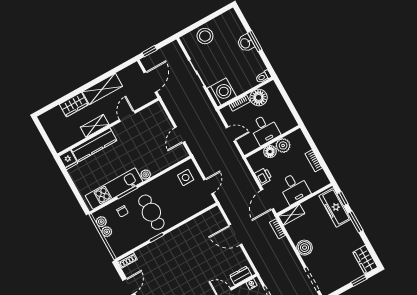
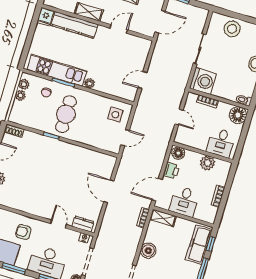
floor lamp: (259, 97) -> (238, 115), moved
desk: (265, 129) -> (221, 143), moved
floor lamp: (270, 152) -> (178, 153), moved

